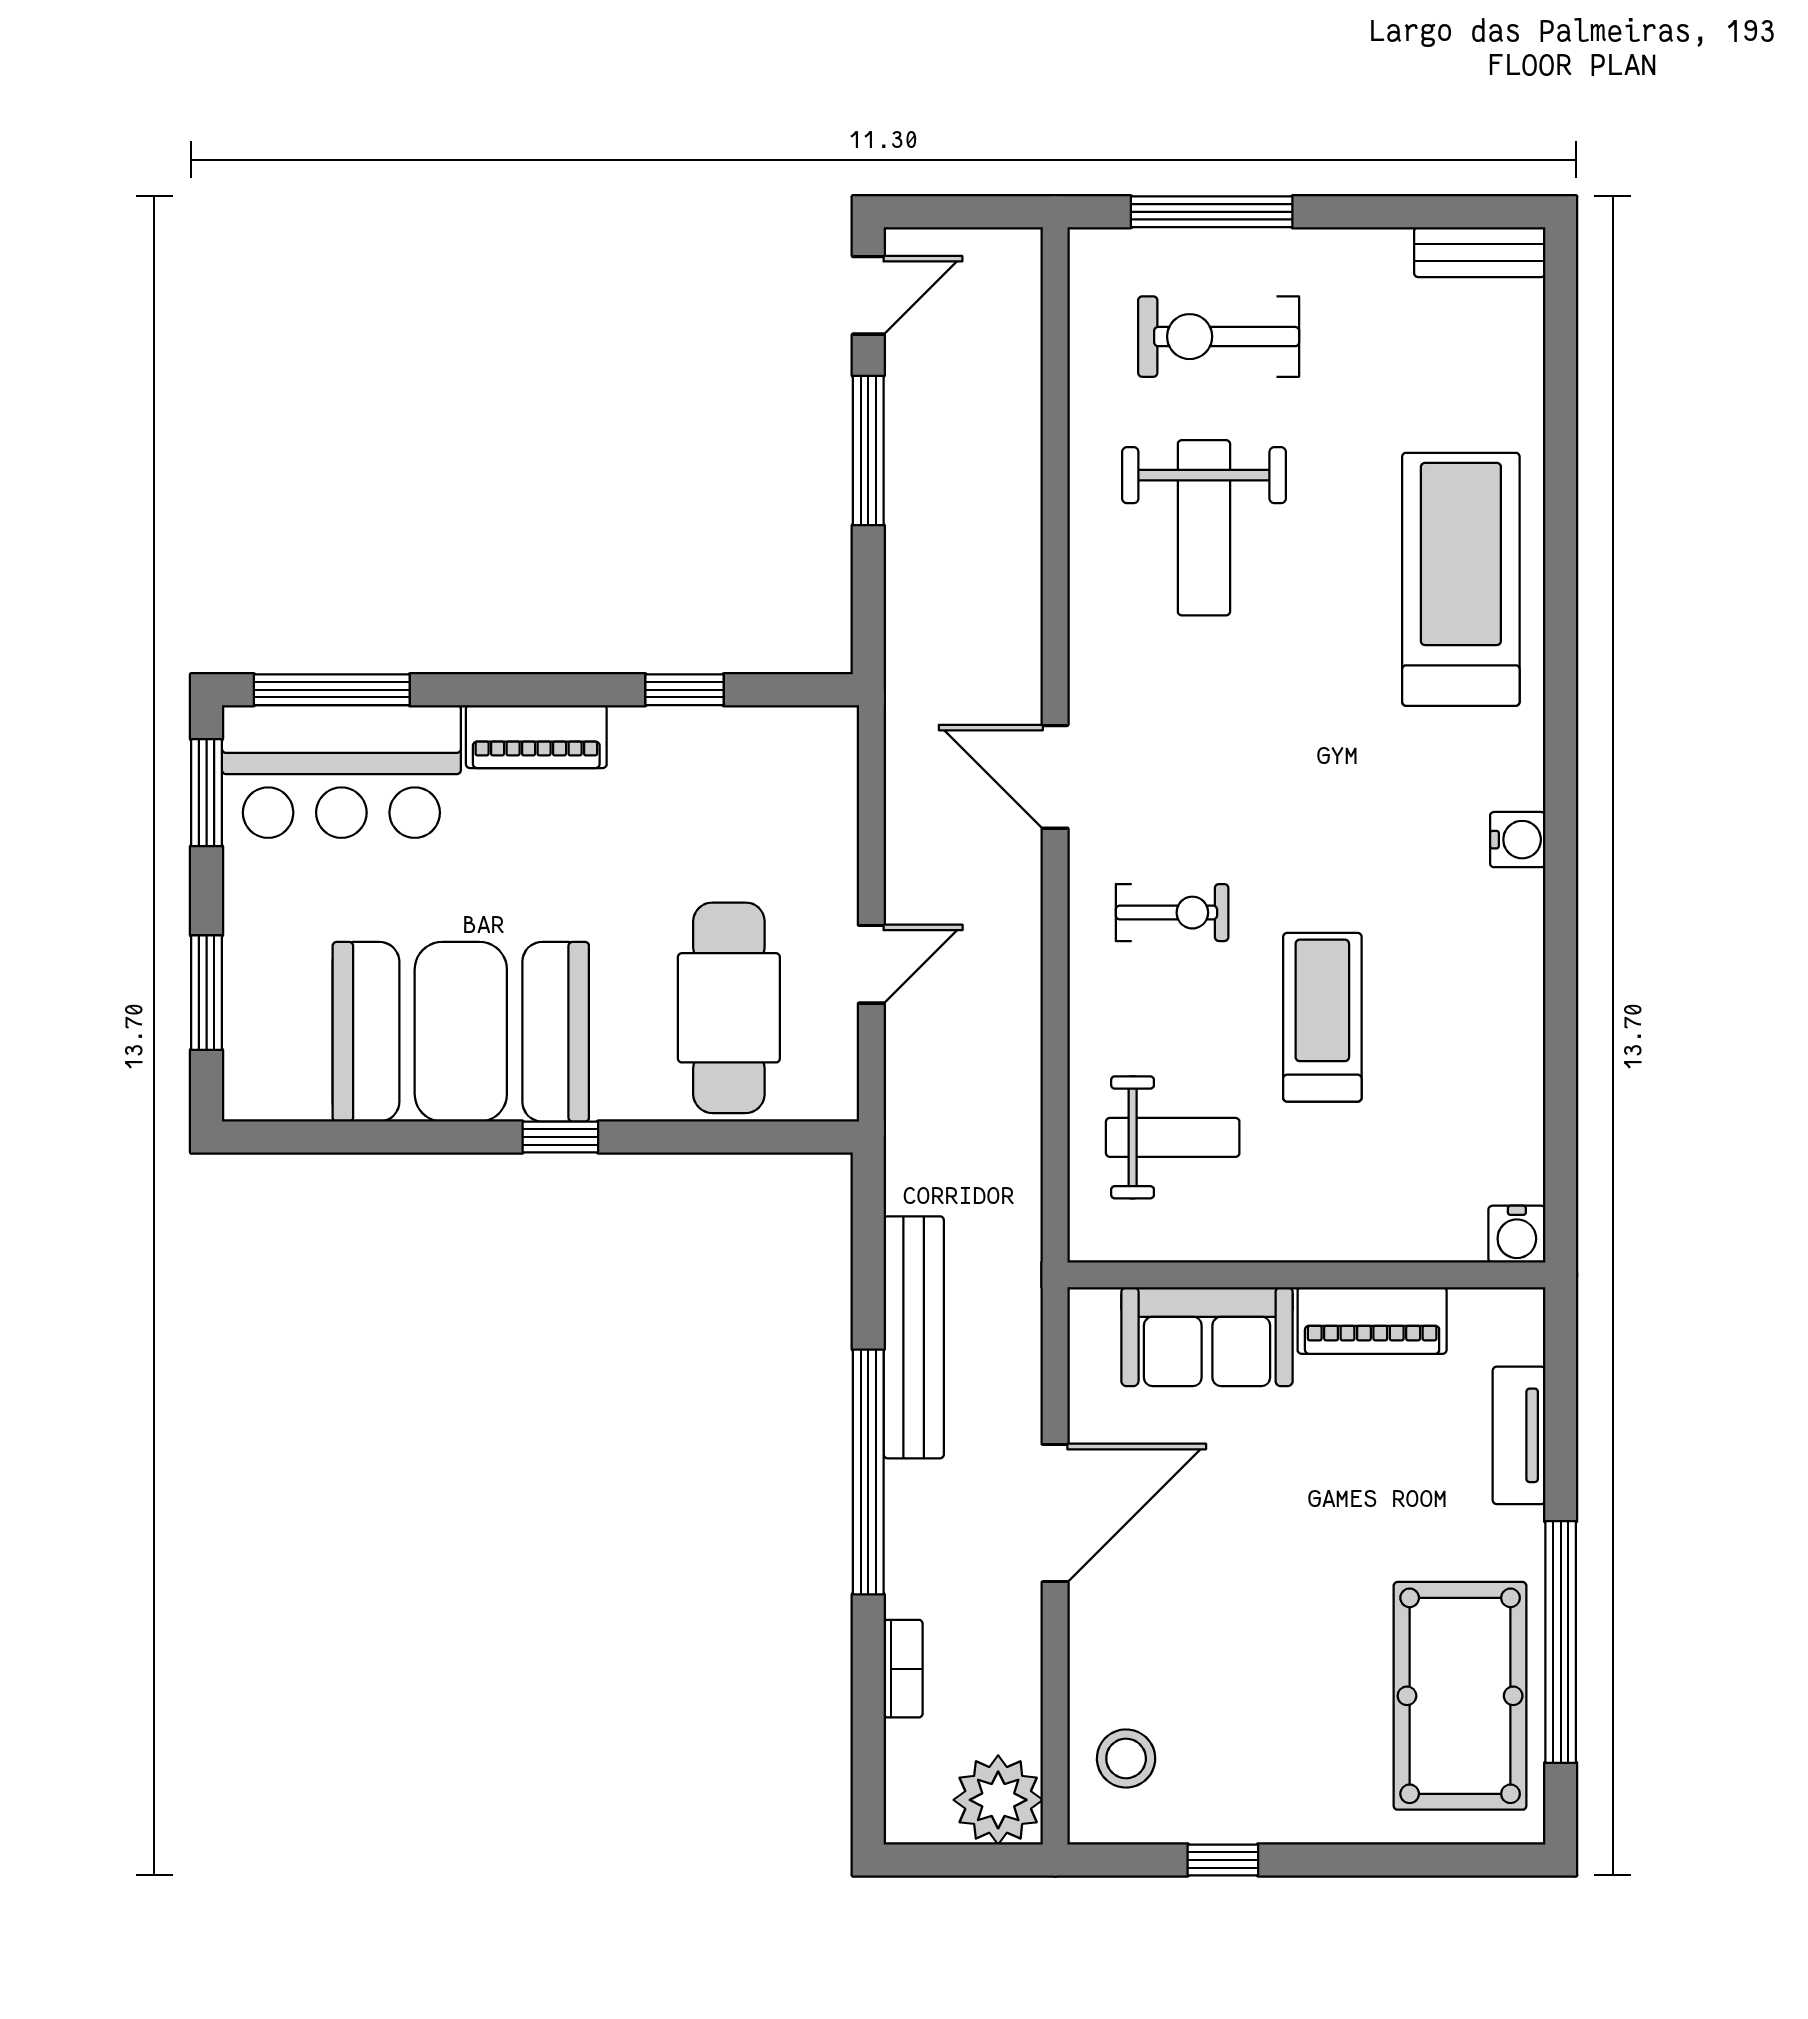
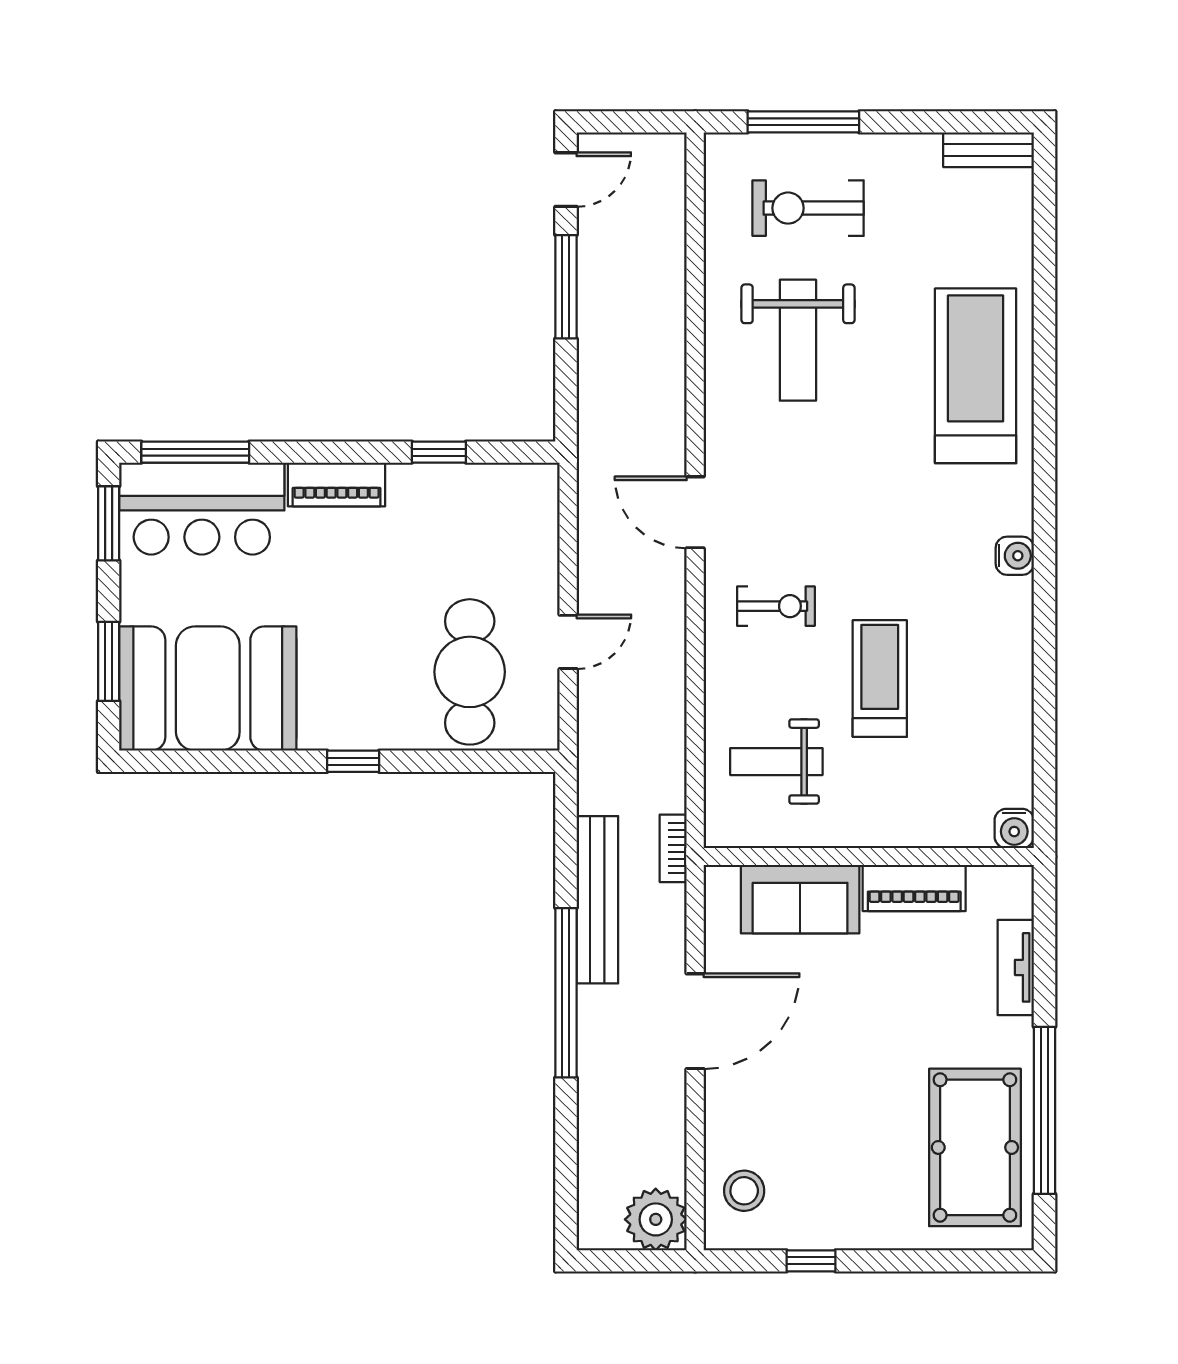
booth: (461, 1032) -> (208, 689), moved
weight bench: (1173, 1137) -> (776, 762), turned 180
bookcase: (903, 1669) -> (673, 848), moved, turned 180

